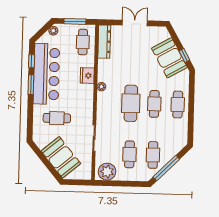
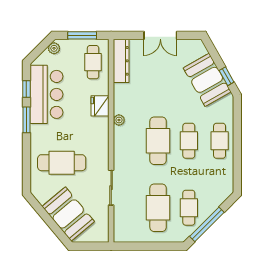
double door: (135, 23) -> (160, 35), swing flipped
bar counter: (46, 74) -> (46, 94), width x0.73
cafe table: (57, 118) -> (62, 163), width x1.37, depth x1.35
cafe table: (129, 154) -> (158, 208), width x1.37, depth x1.35
plant: (107, 172) -> (129, 231), removed

